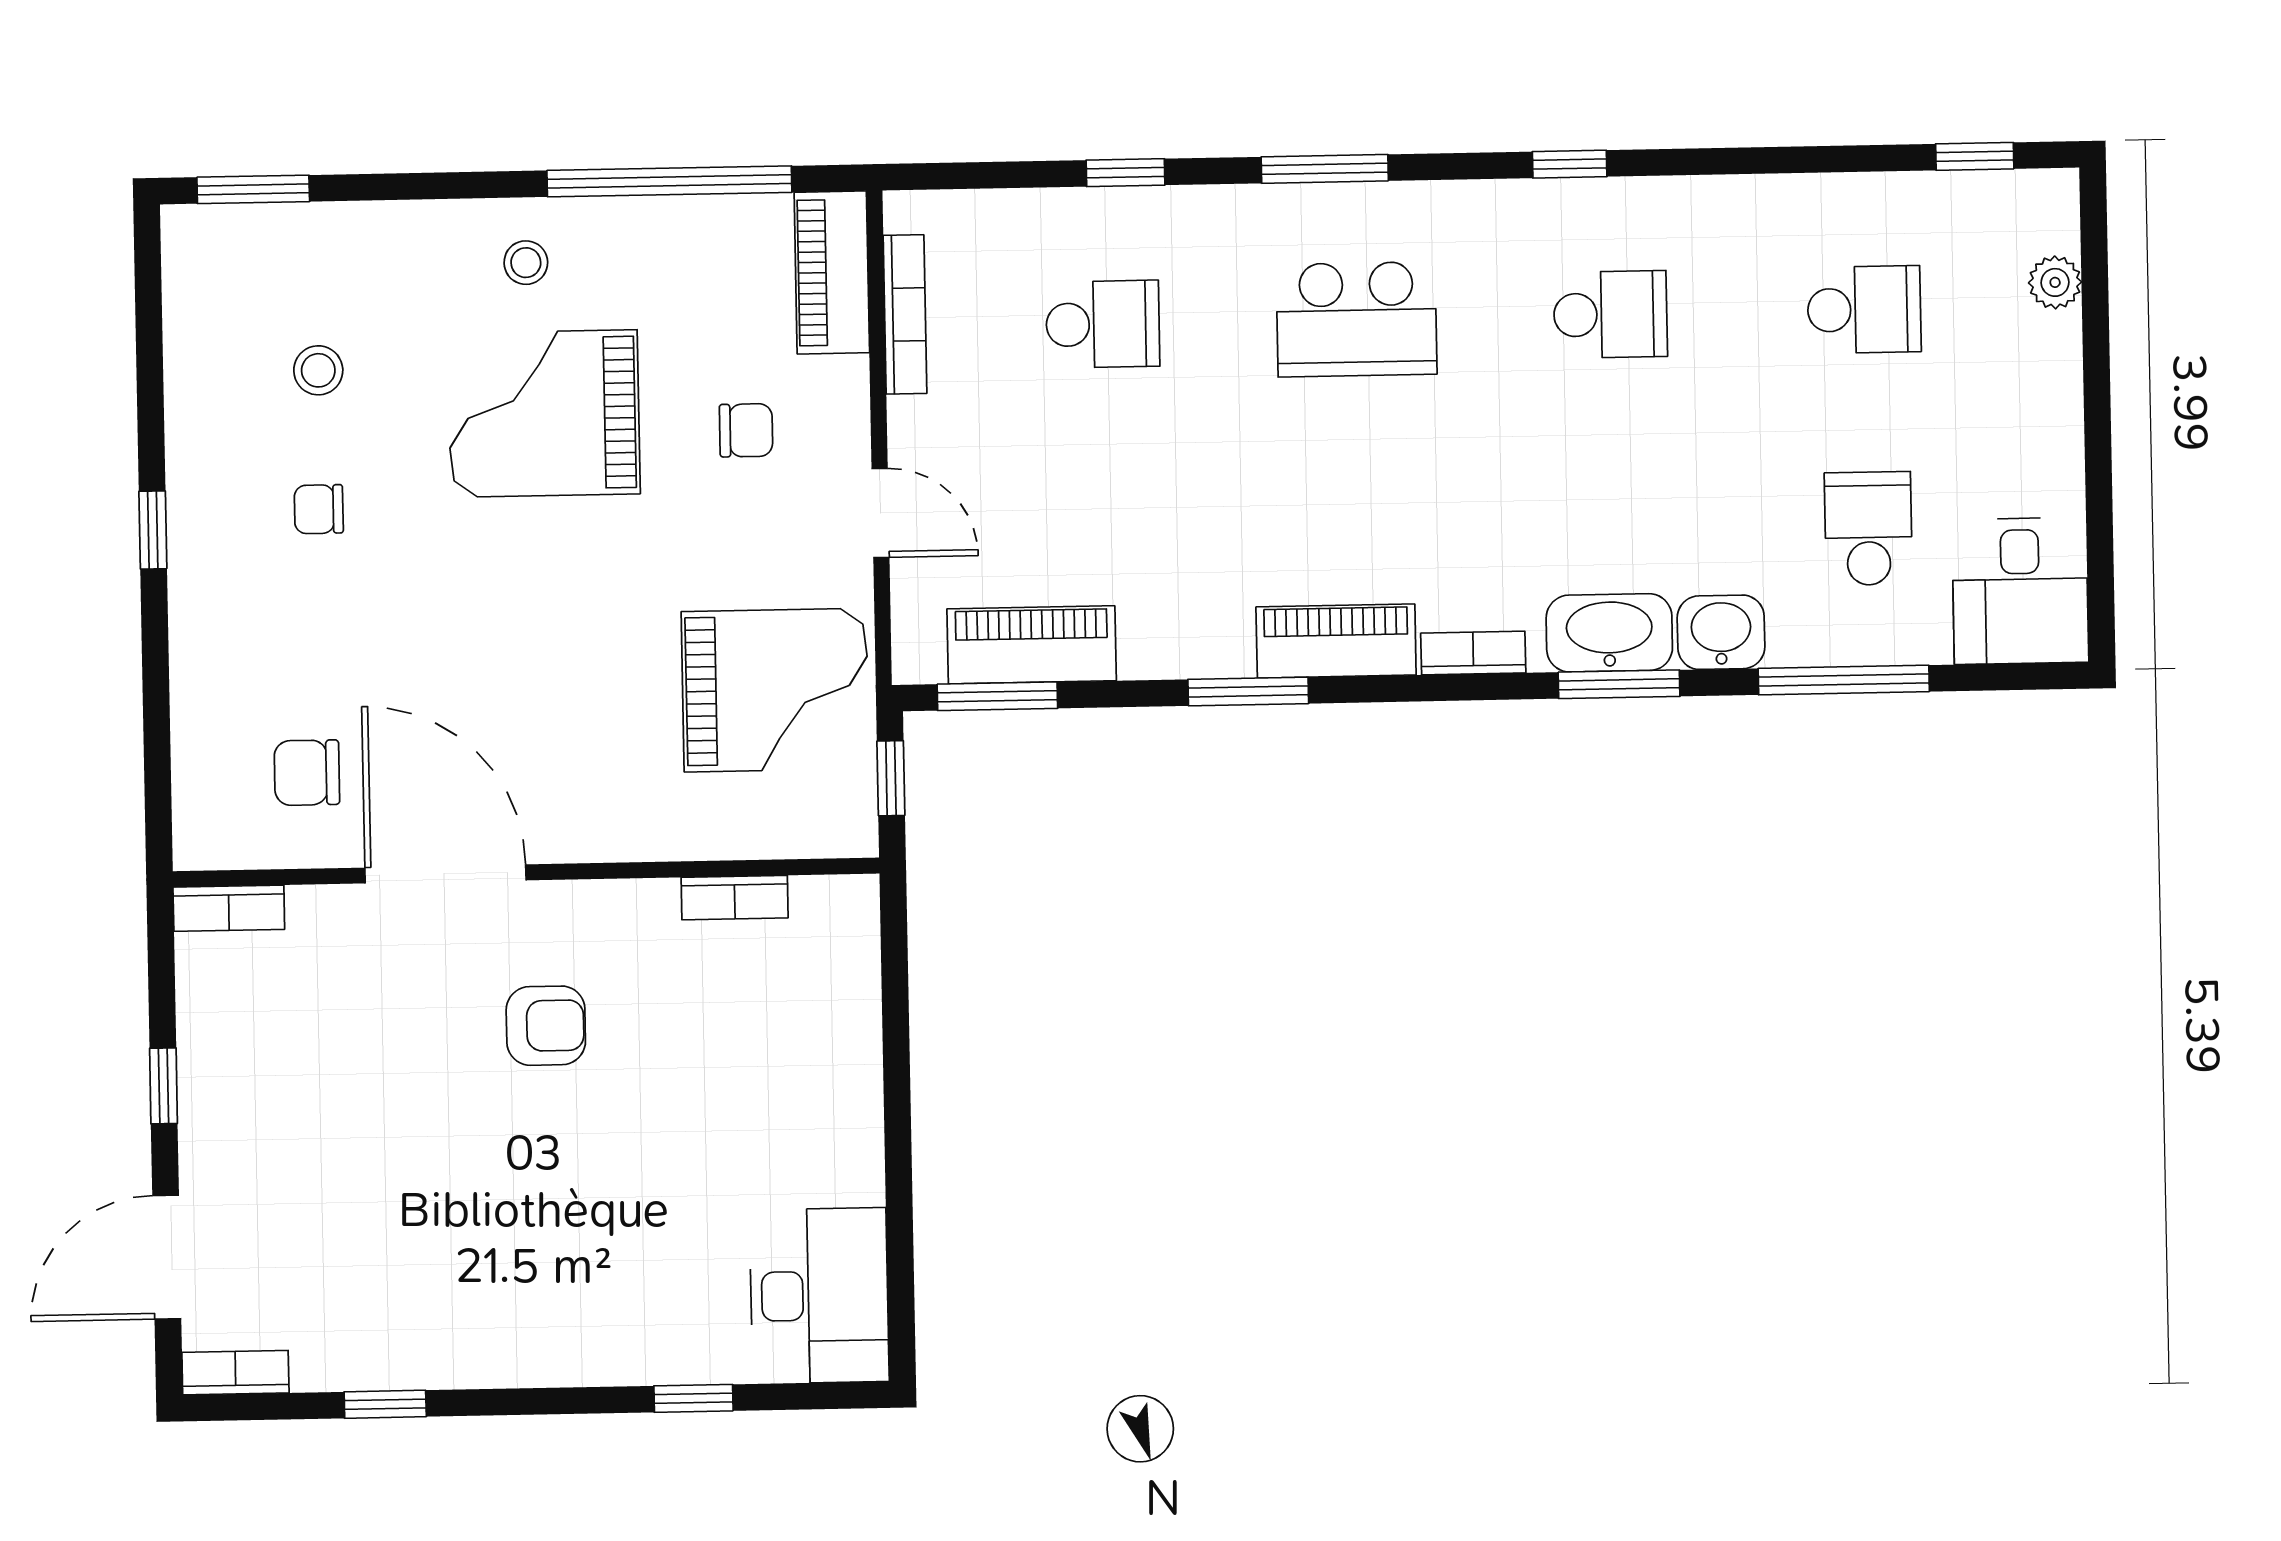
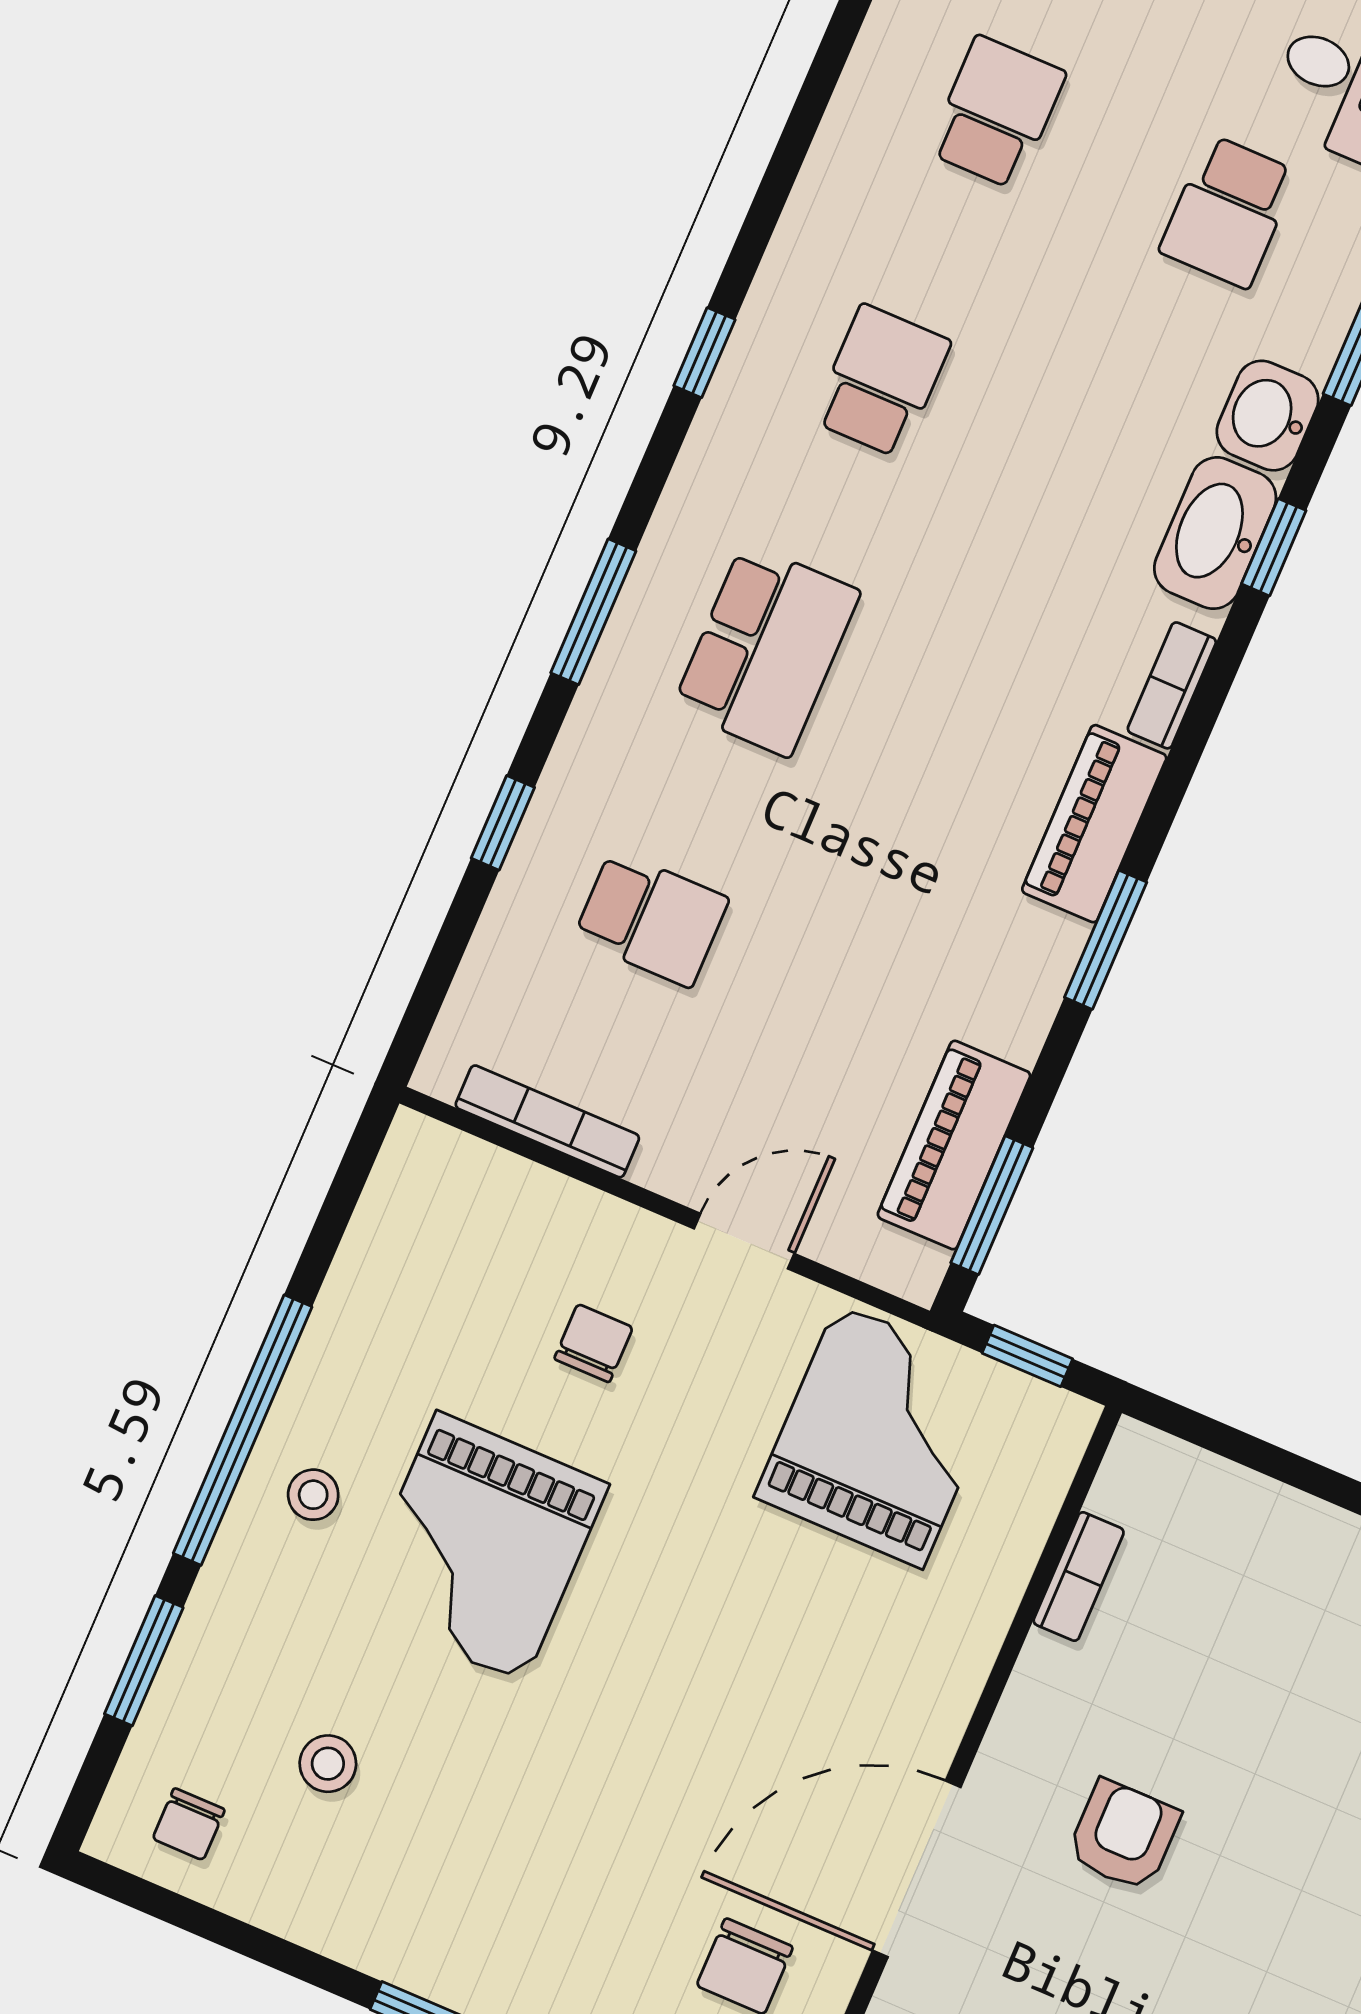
window: (669, 181) -> (243, 1430), moved
window: (253, 189) -> (144, 1661), moved
piano: (832, 272) -> (469, 1178), removed
school desk: (1103, 324) -> (651, 918), turned 90
chair: (319, 509) -> (189, 1824), moved
school desk: (1868, 528) -> (1228, 212), turned -90
window: (1619, 684) -> (1274, 547), width x0.67

